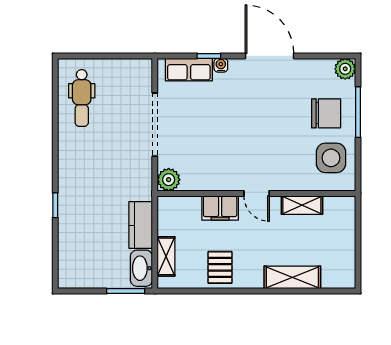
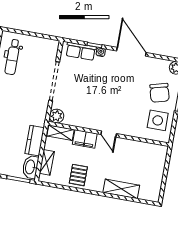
chair: (326, 113) -> (160, 93), turned 75
shelving: (302, 205) -> (60, 133), moved

